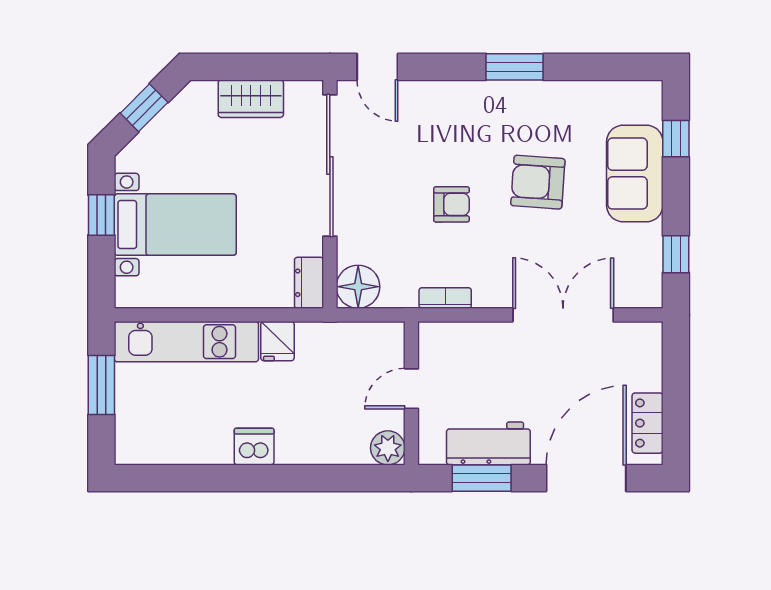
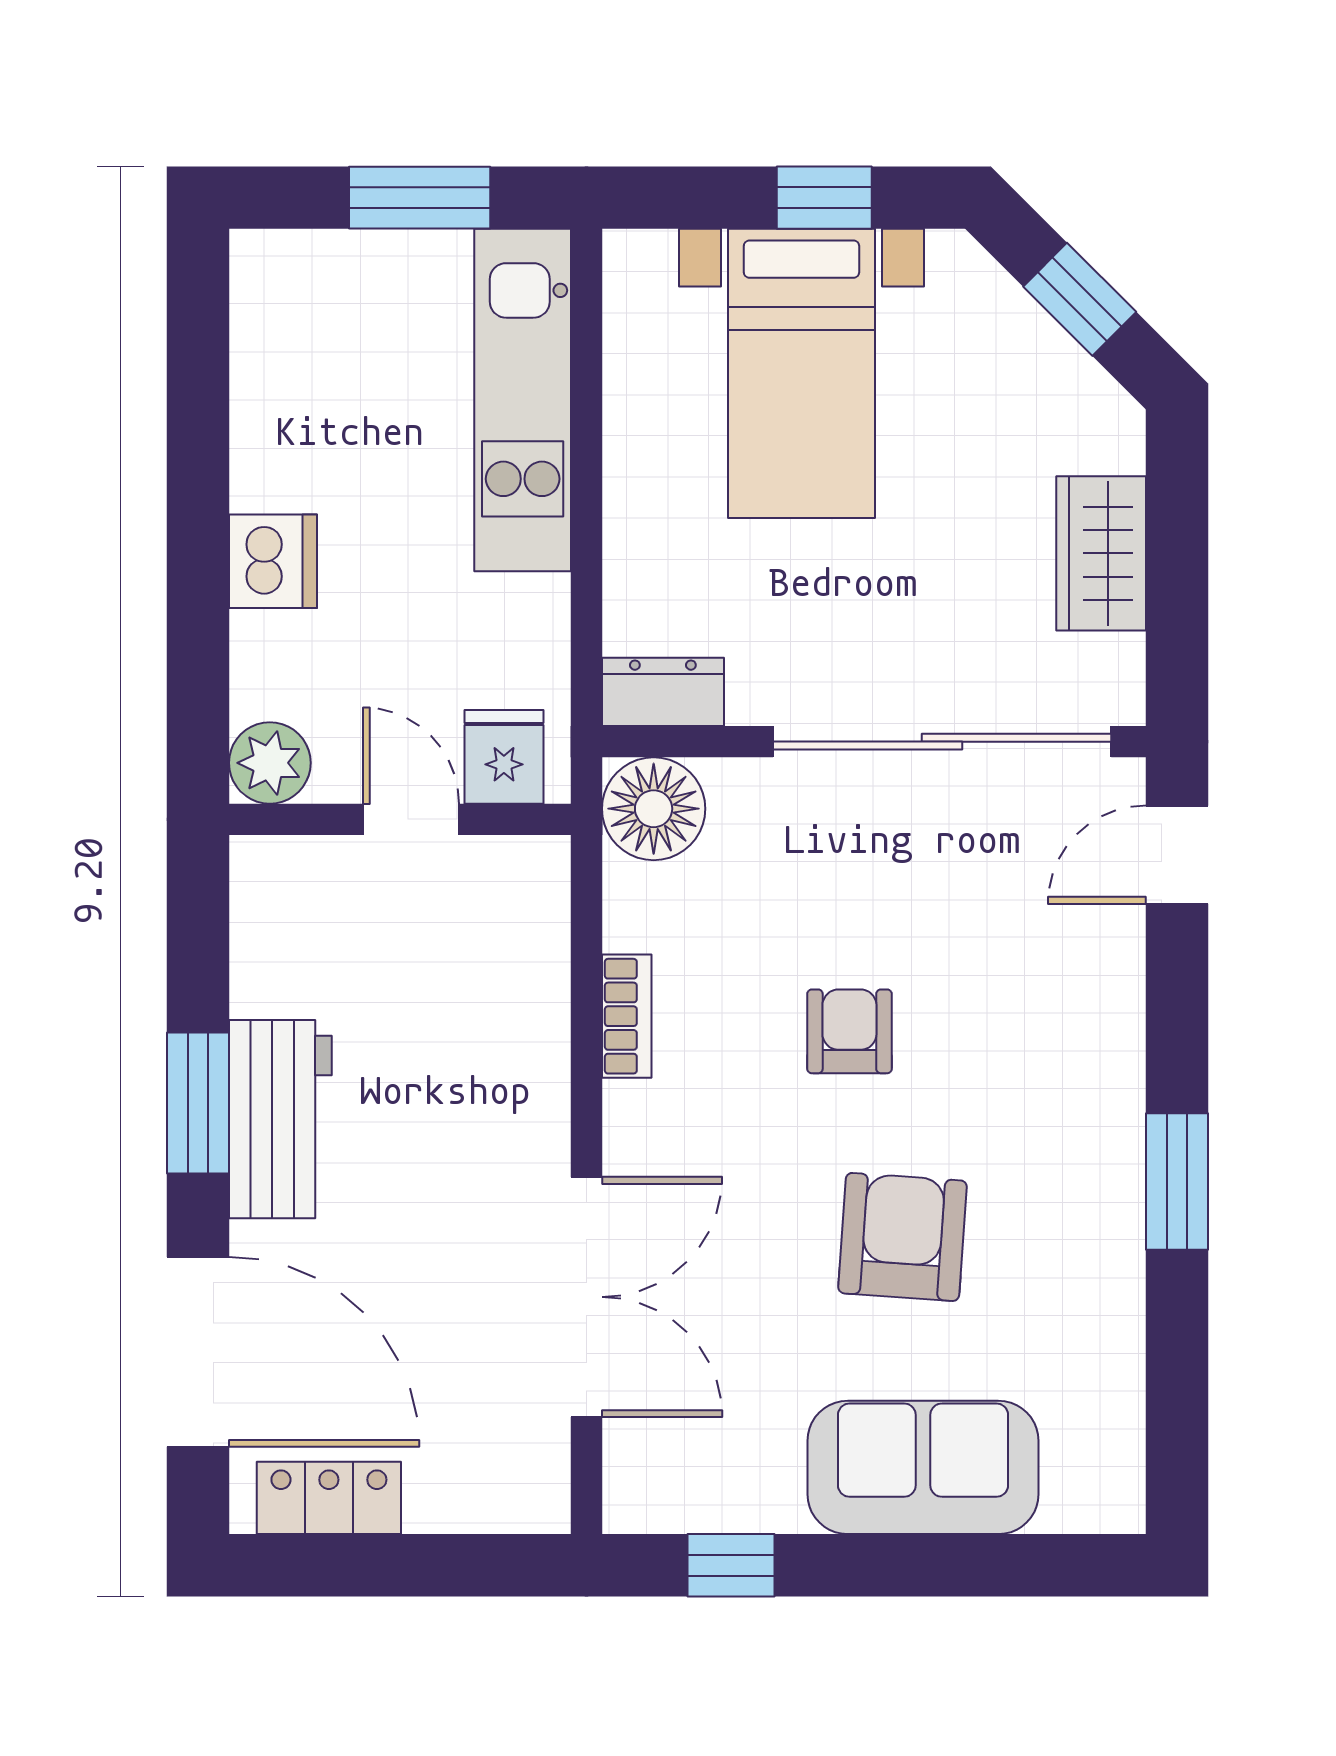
window: (676, 139) -> (1006, 1565), removed
armchair: (452, 204) -> (849, 1031), turned 180
fridge: (277, 341) -> (504, 757), moved, turned 90
door: (411, 389) -> (411, 819), moved
wall: (411, 393) -> (400, 819), moved
plant: (388, 448) -> (270, 763), moved

